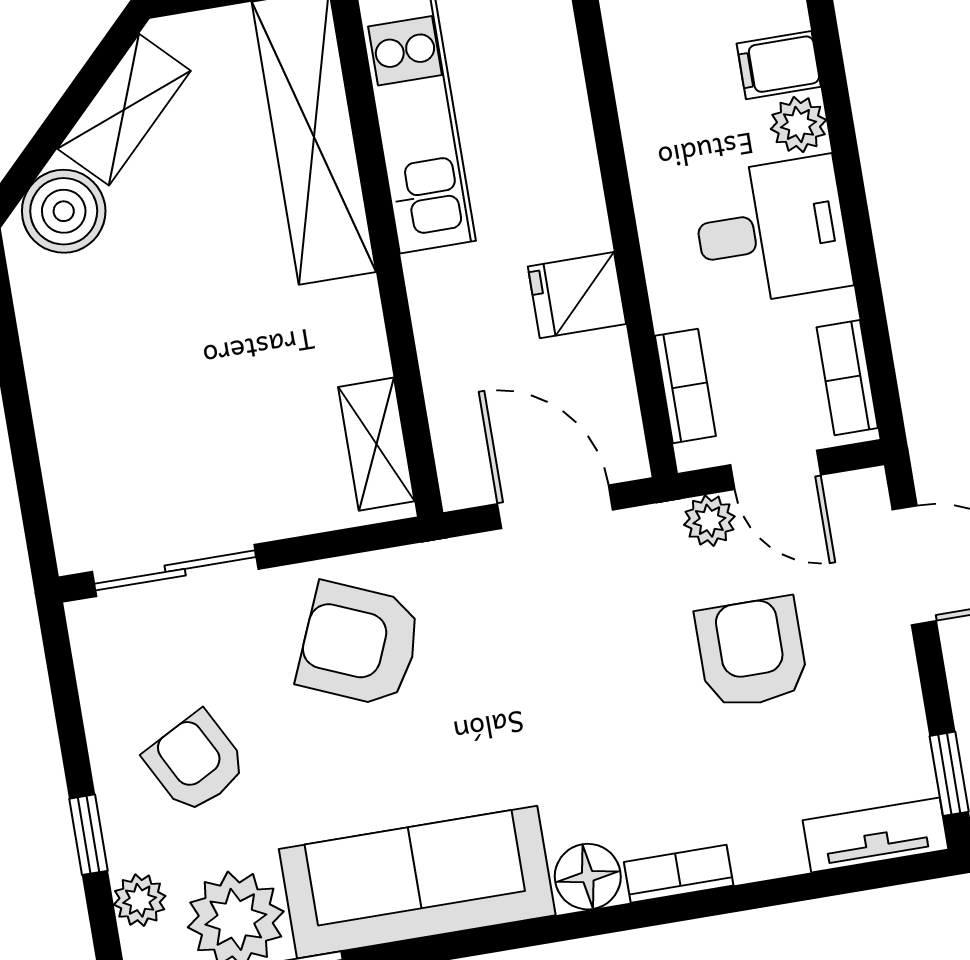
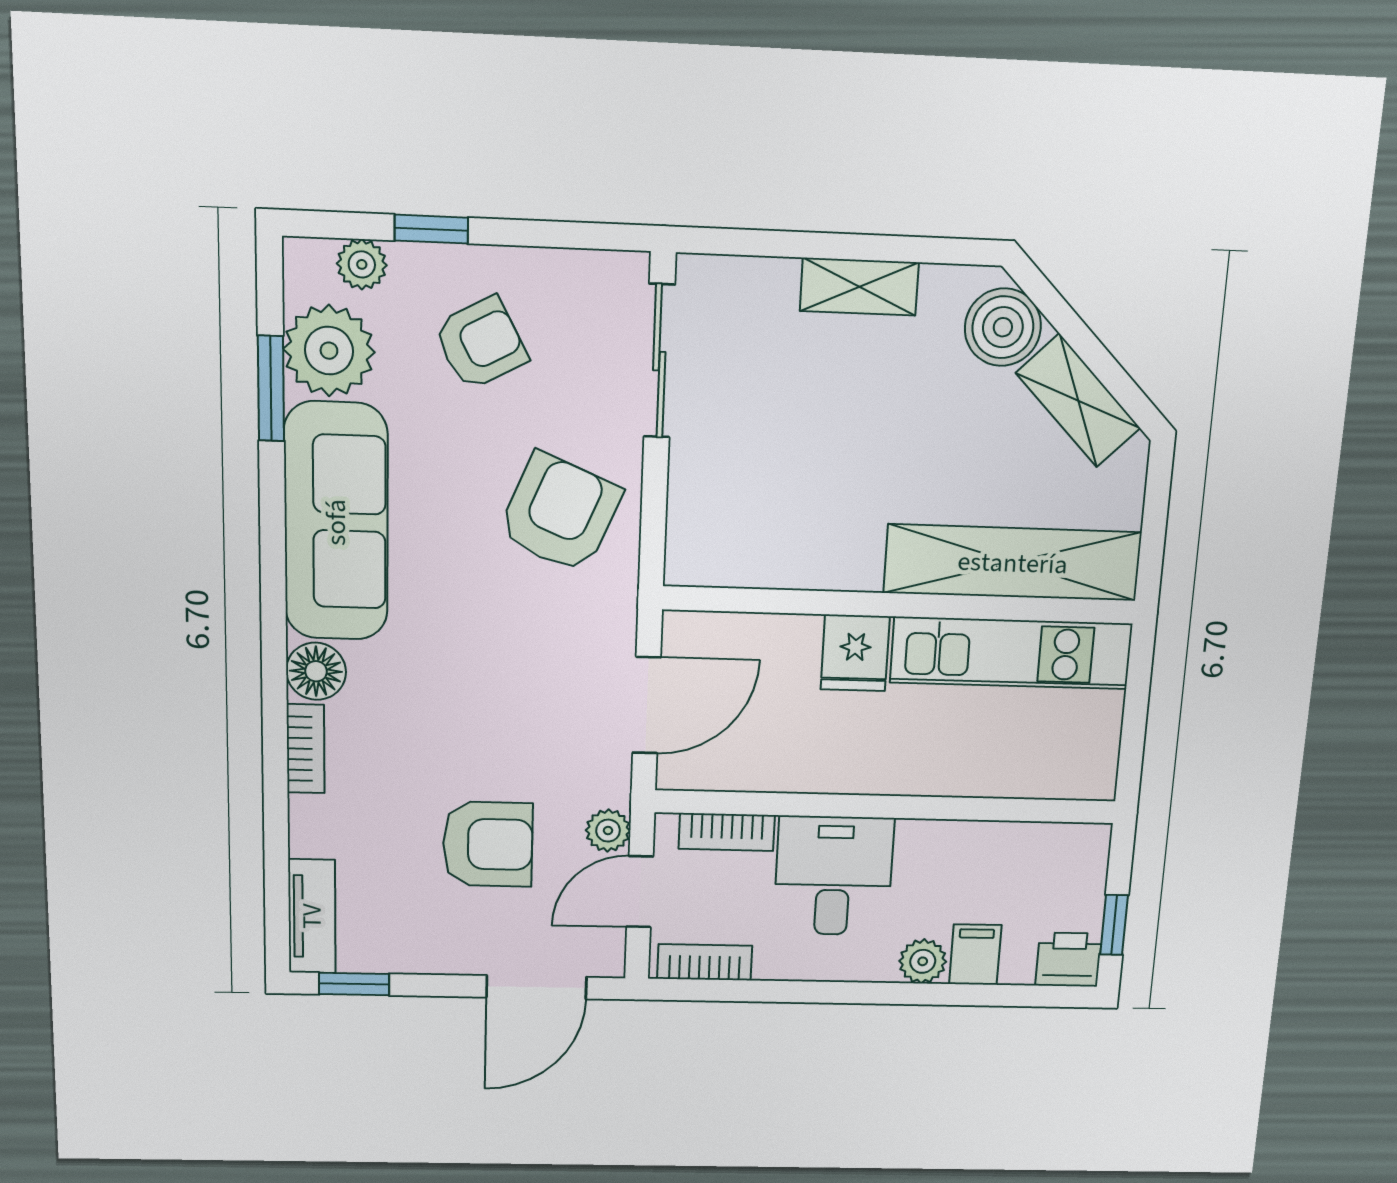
desk: (771, 231) -> (834, 876), moved, turned 180
fridge: (577, 295) -> (855, 653), moved, turned 180
shelving: (376, 444) -> (859, 287), moved

